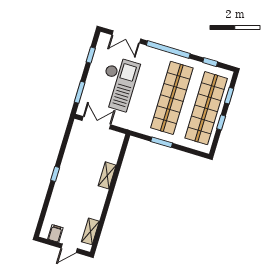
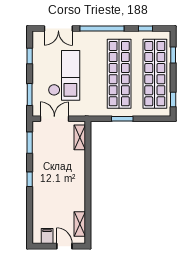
window: (221, 122) -> (173, 99), moved
window: (66, 139) -> (30, 143), added
shelving: (107, 175) -> (80, 137), moved
door: (69, 248) -> (64, 246), swing flipped

